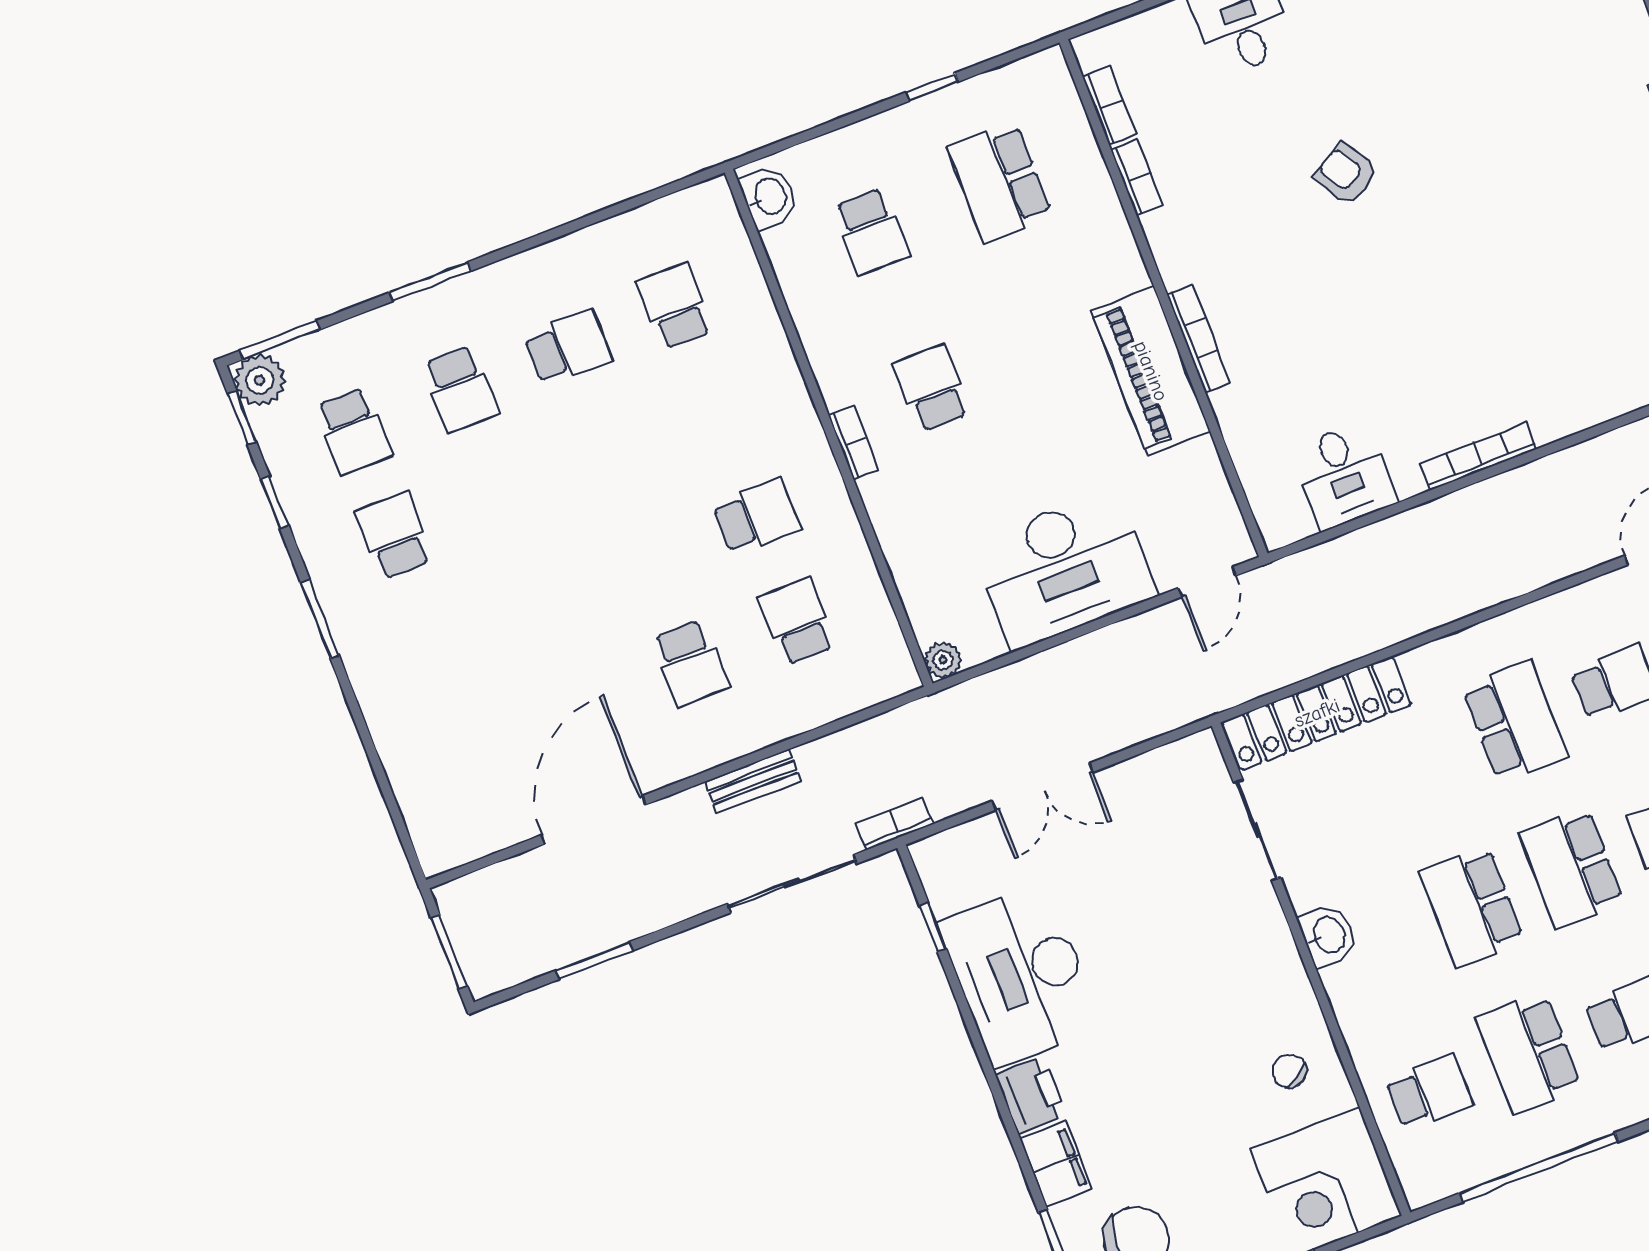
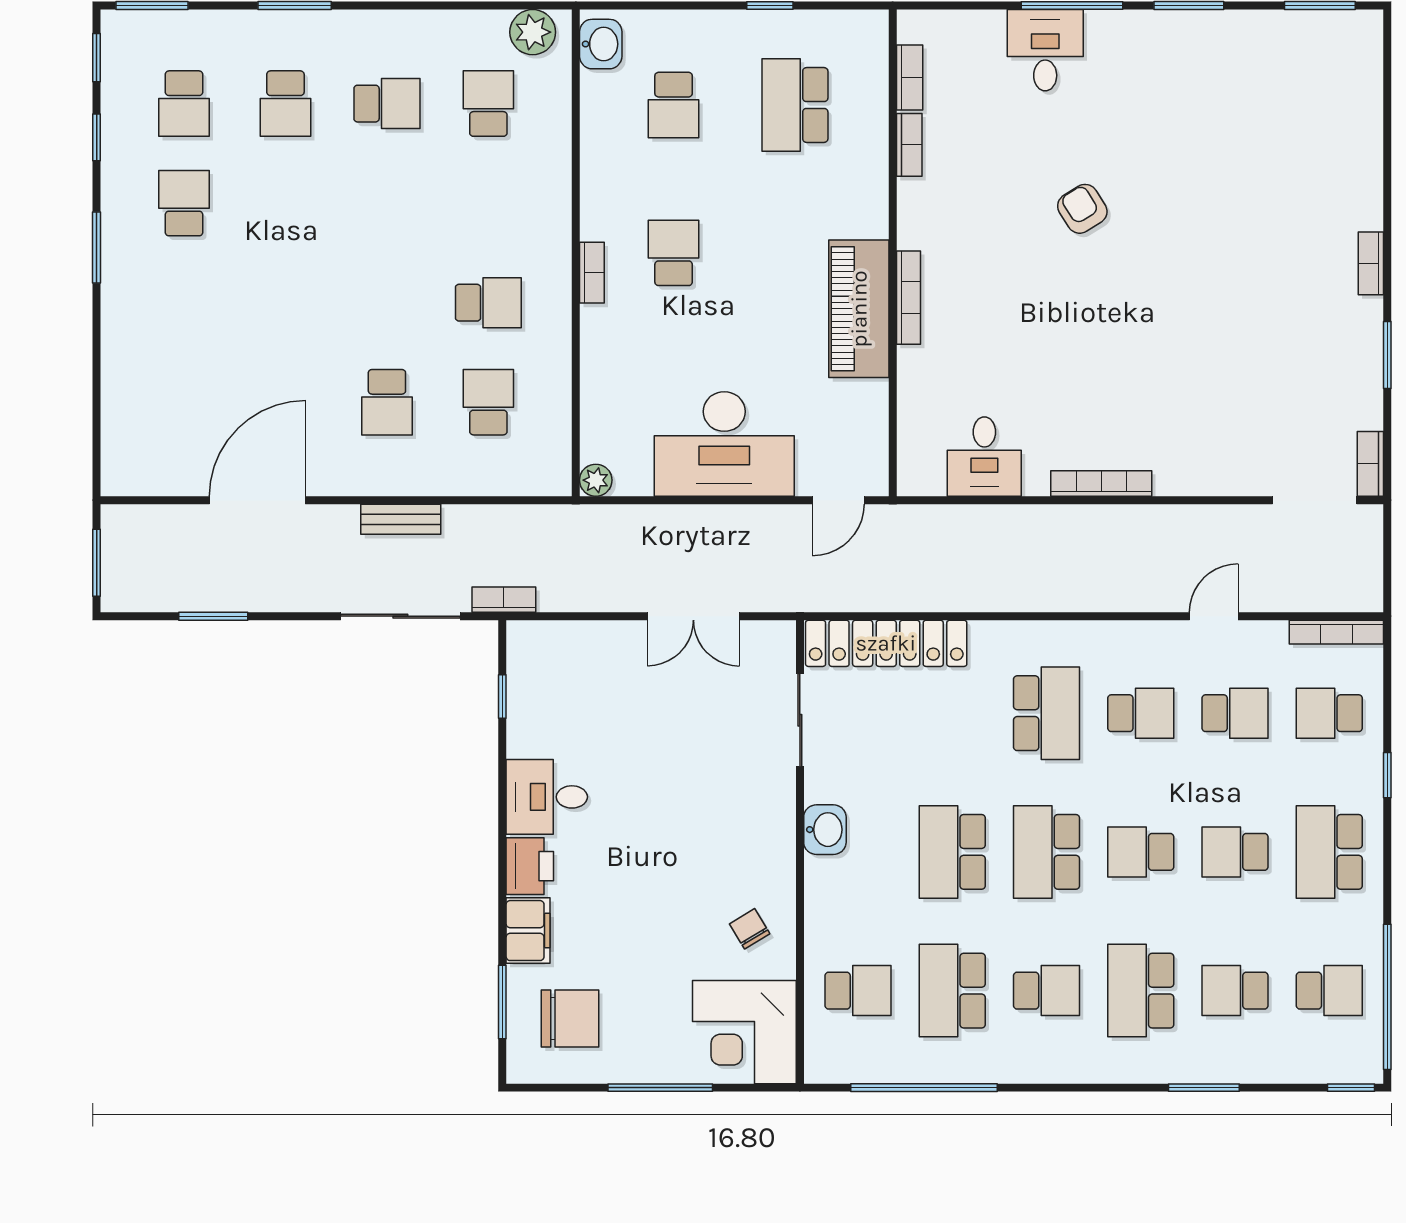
plant: (260, 380) -> (533, 32), moved
double door: (1042, 787) -> (693, 616), moved
desk: (1020, 975) -> (547, 797), width x0.53, depth x0.77

